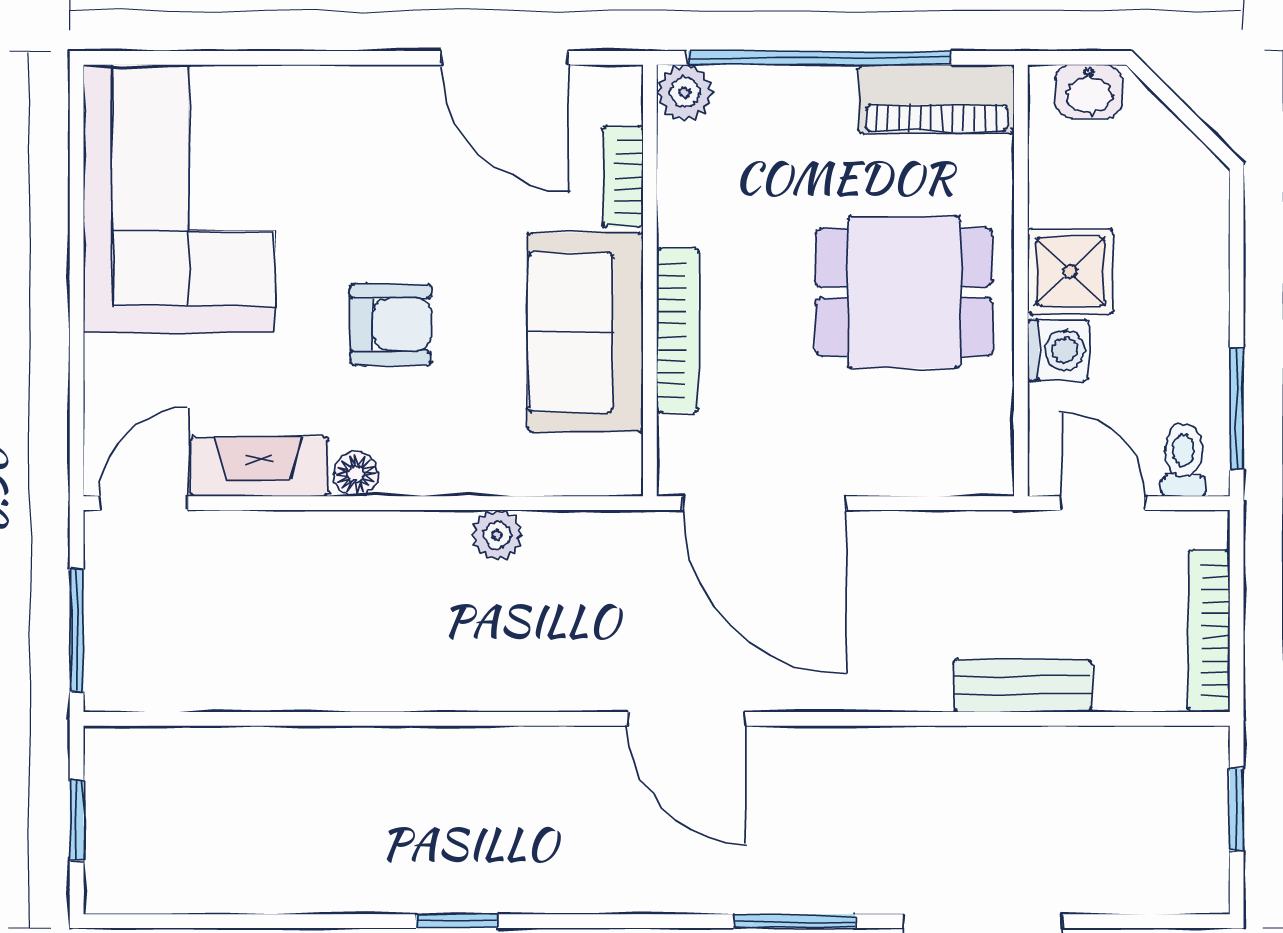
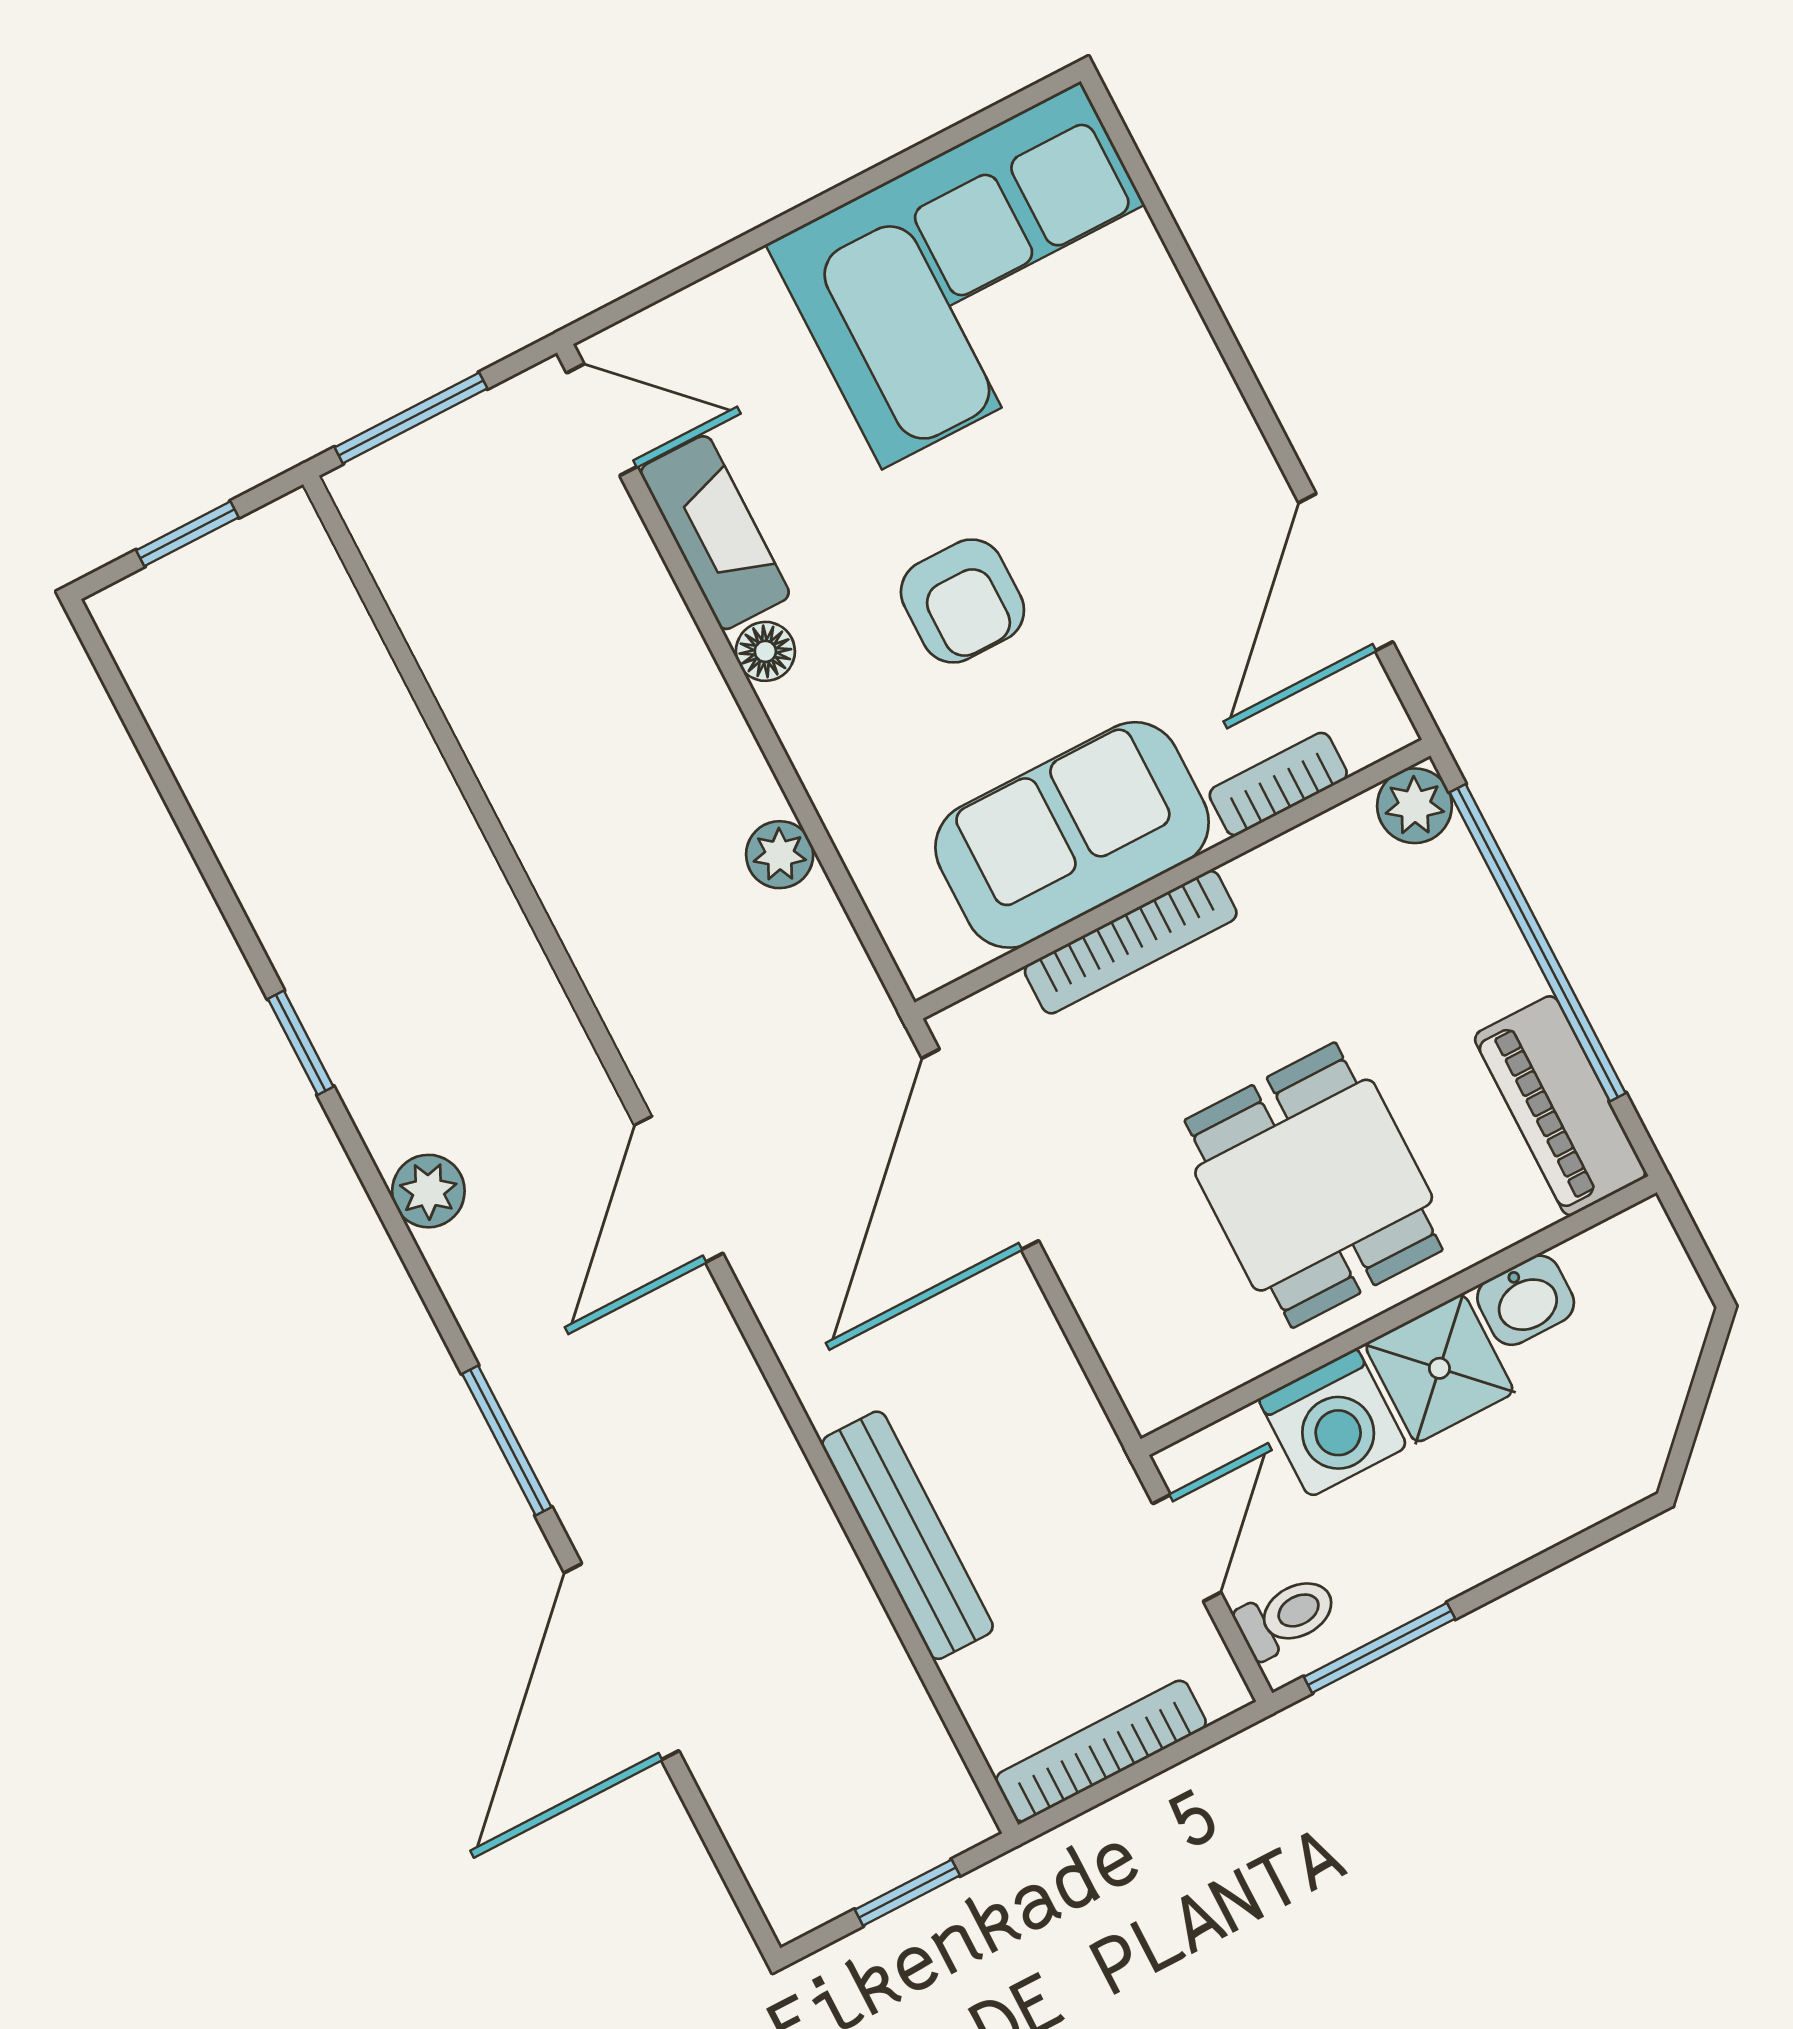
washbasin: (1089, 92) -> (1526, 1300), moved, turned -90
washing machine: (1058, 350) -> (1333, 1423), width x1.38, depth x1.38
bench: (1023, 686) -> (908, 1535), width x1.36
plant: (601, 887) -> (428, 1191), added

